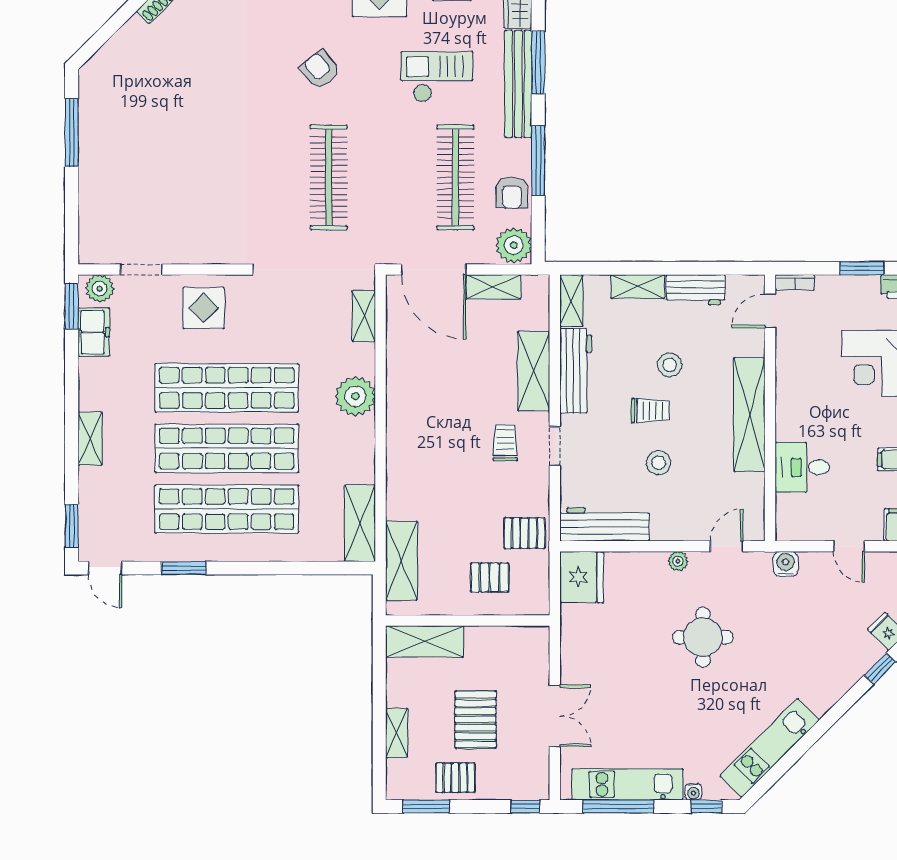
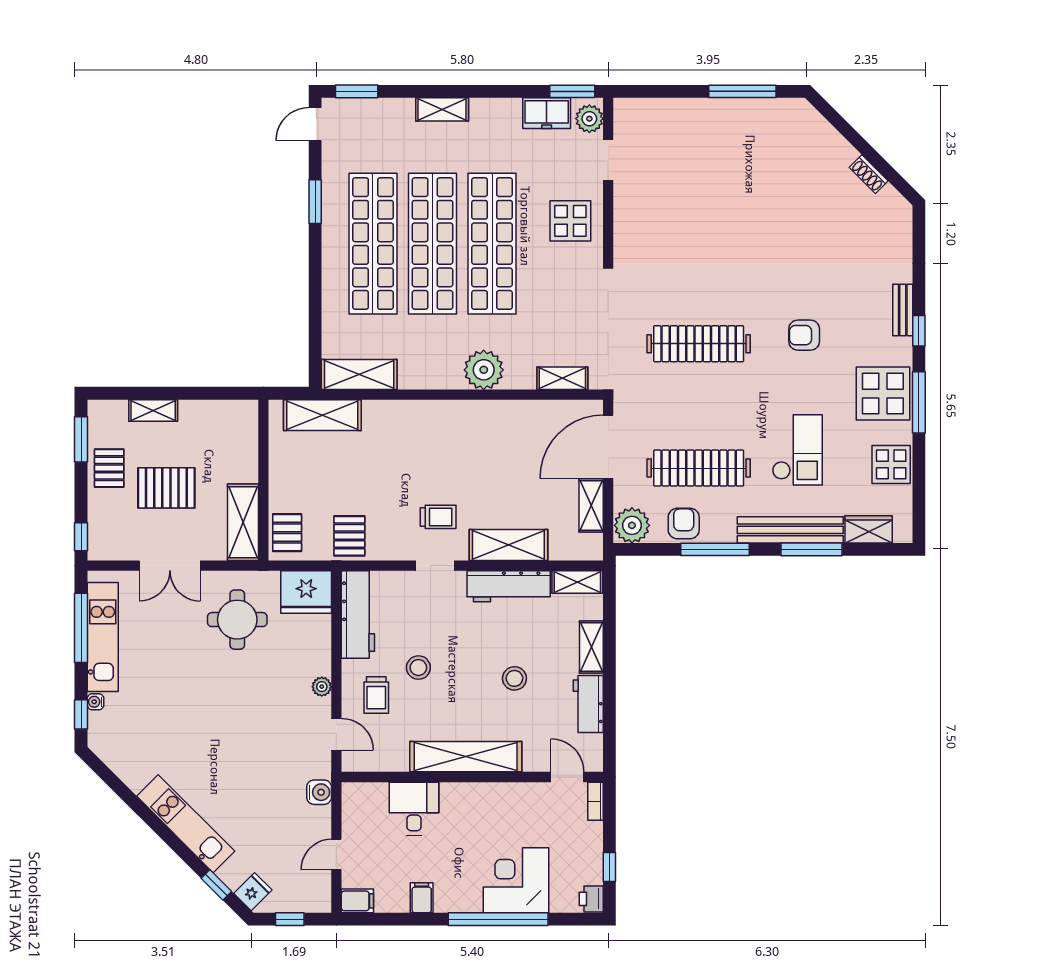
armchair: (320, 70) -> (804, 335), turned -142
armchair: (512, 193) -> (684, 524), turned 90
window: (862, 268) -> (609, 867), width x0.67
trolley: (650, 411) -> (376, 695), moved
pallet: (490, 577) -> (287, 533), moved
round table: (703, 637) -> (237, 620), moved
shelving: (425, 641) -> (243, 522), moved
kitchen unit: (770, 748) -> (186, 824), moved

